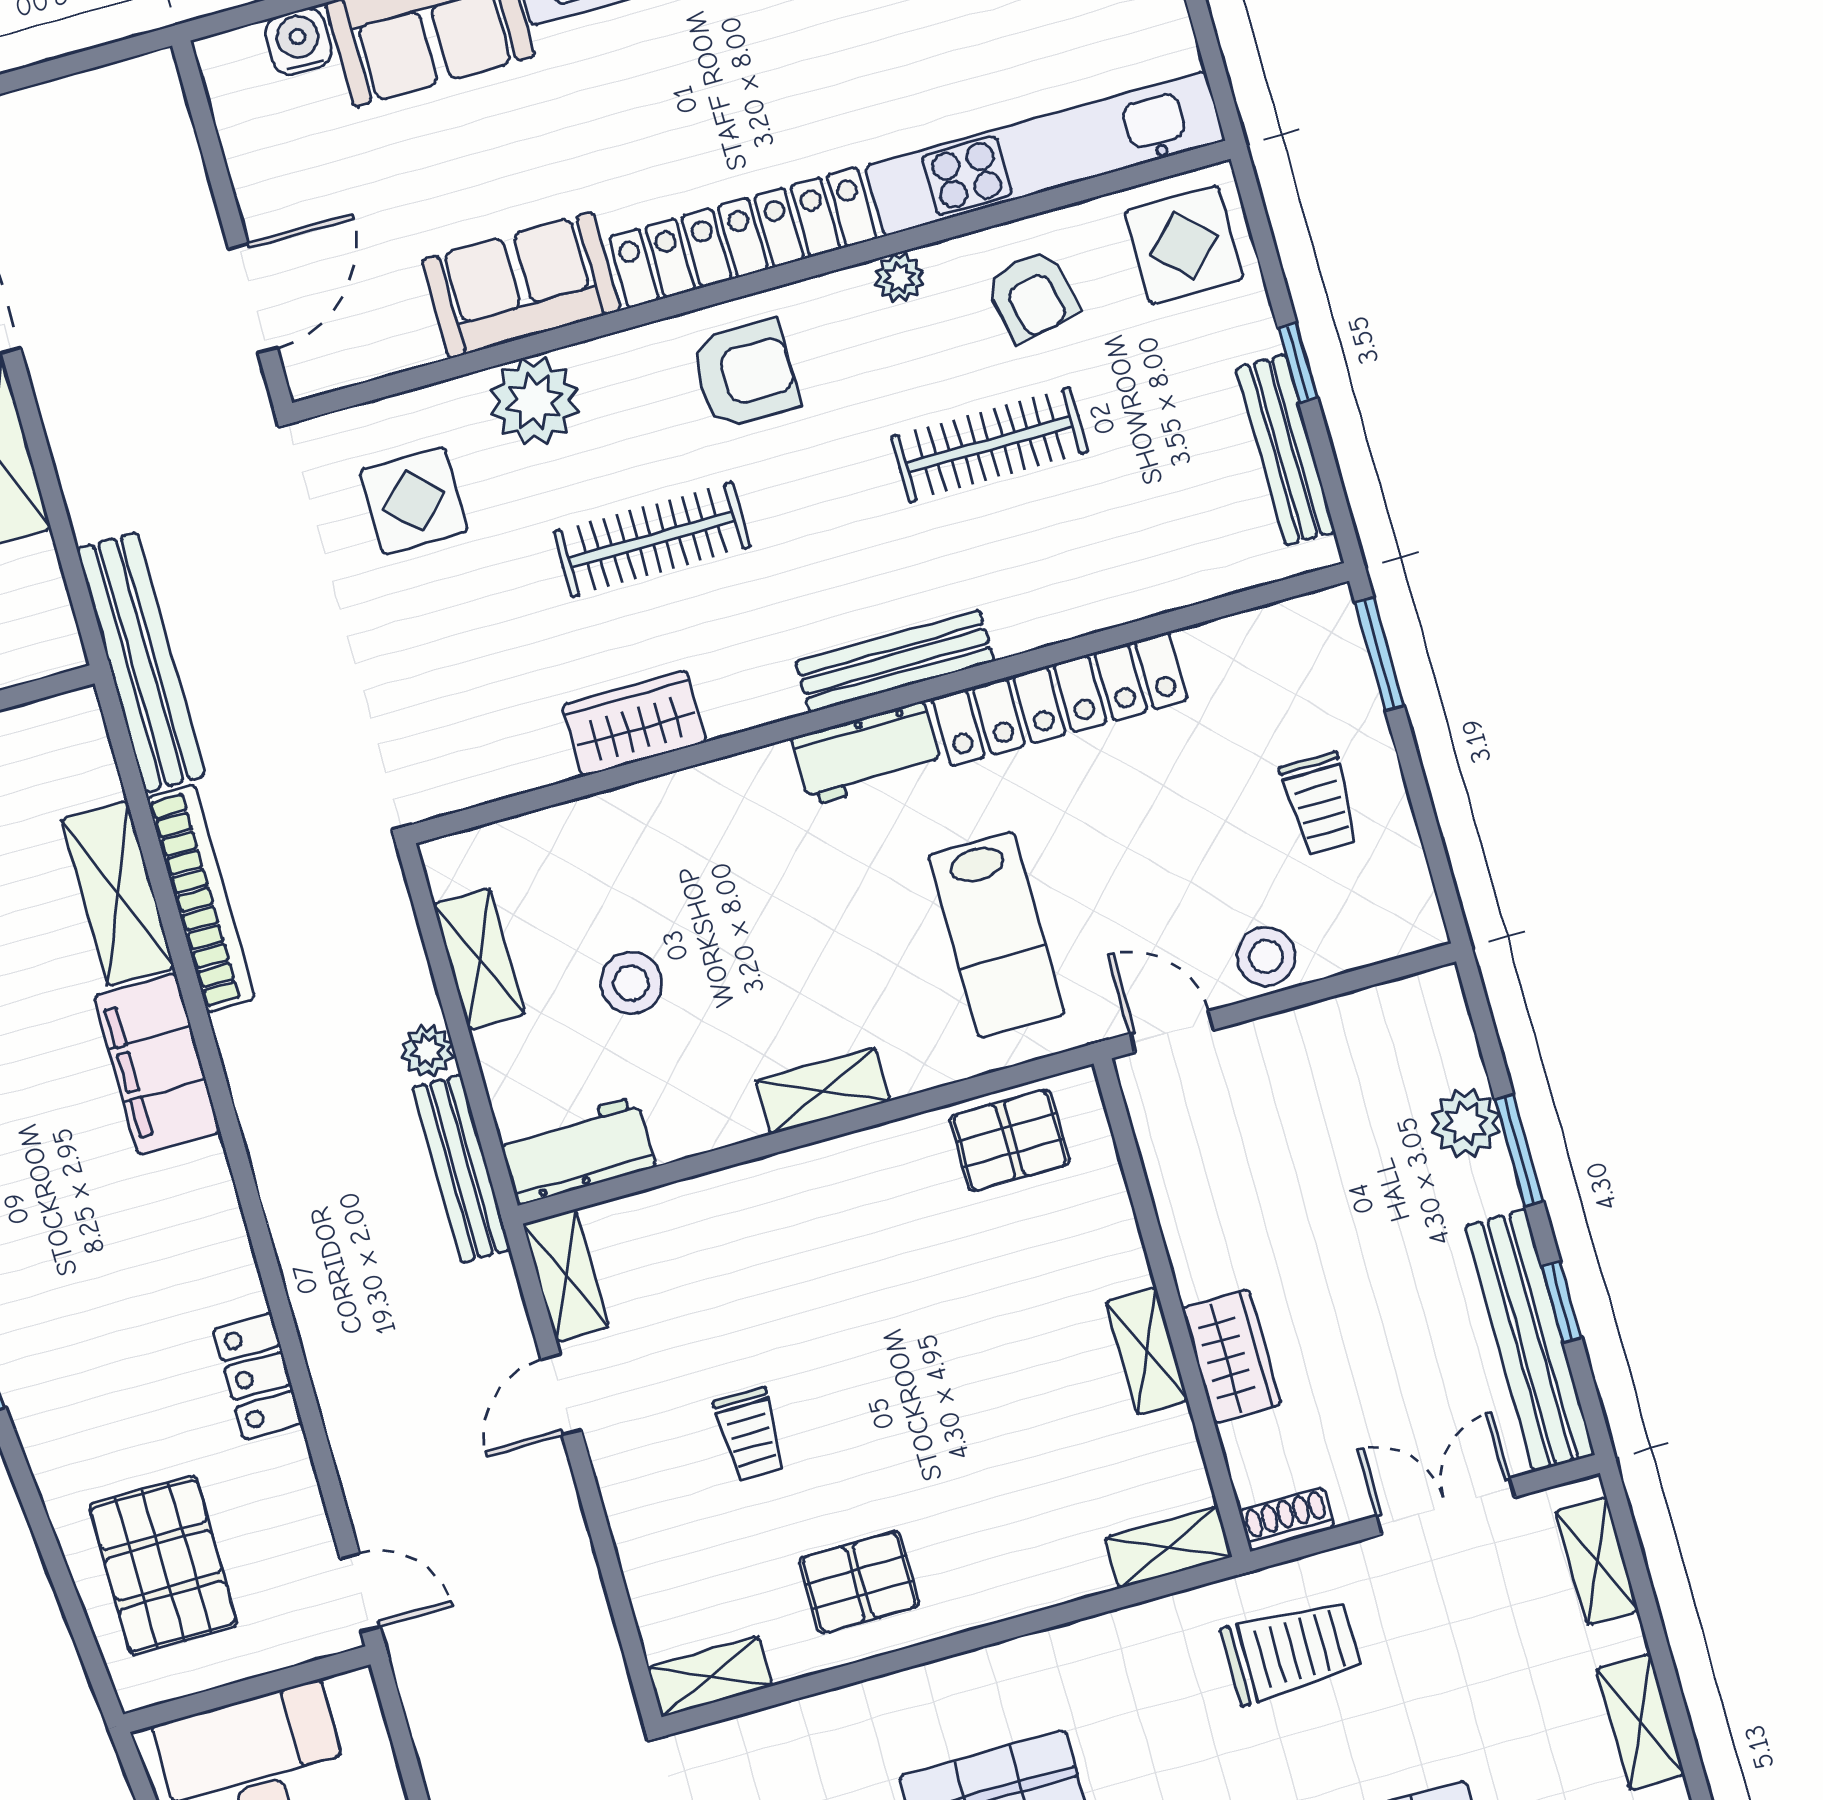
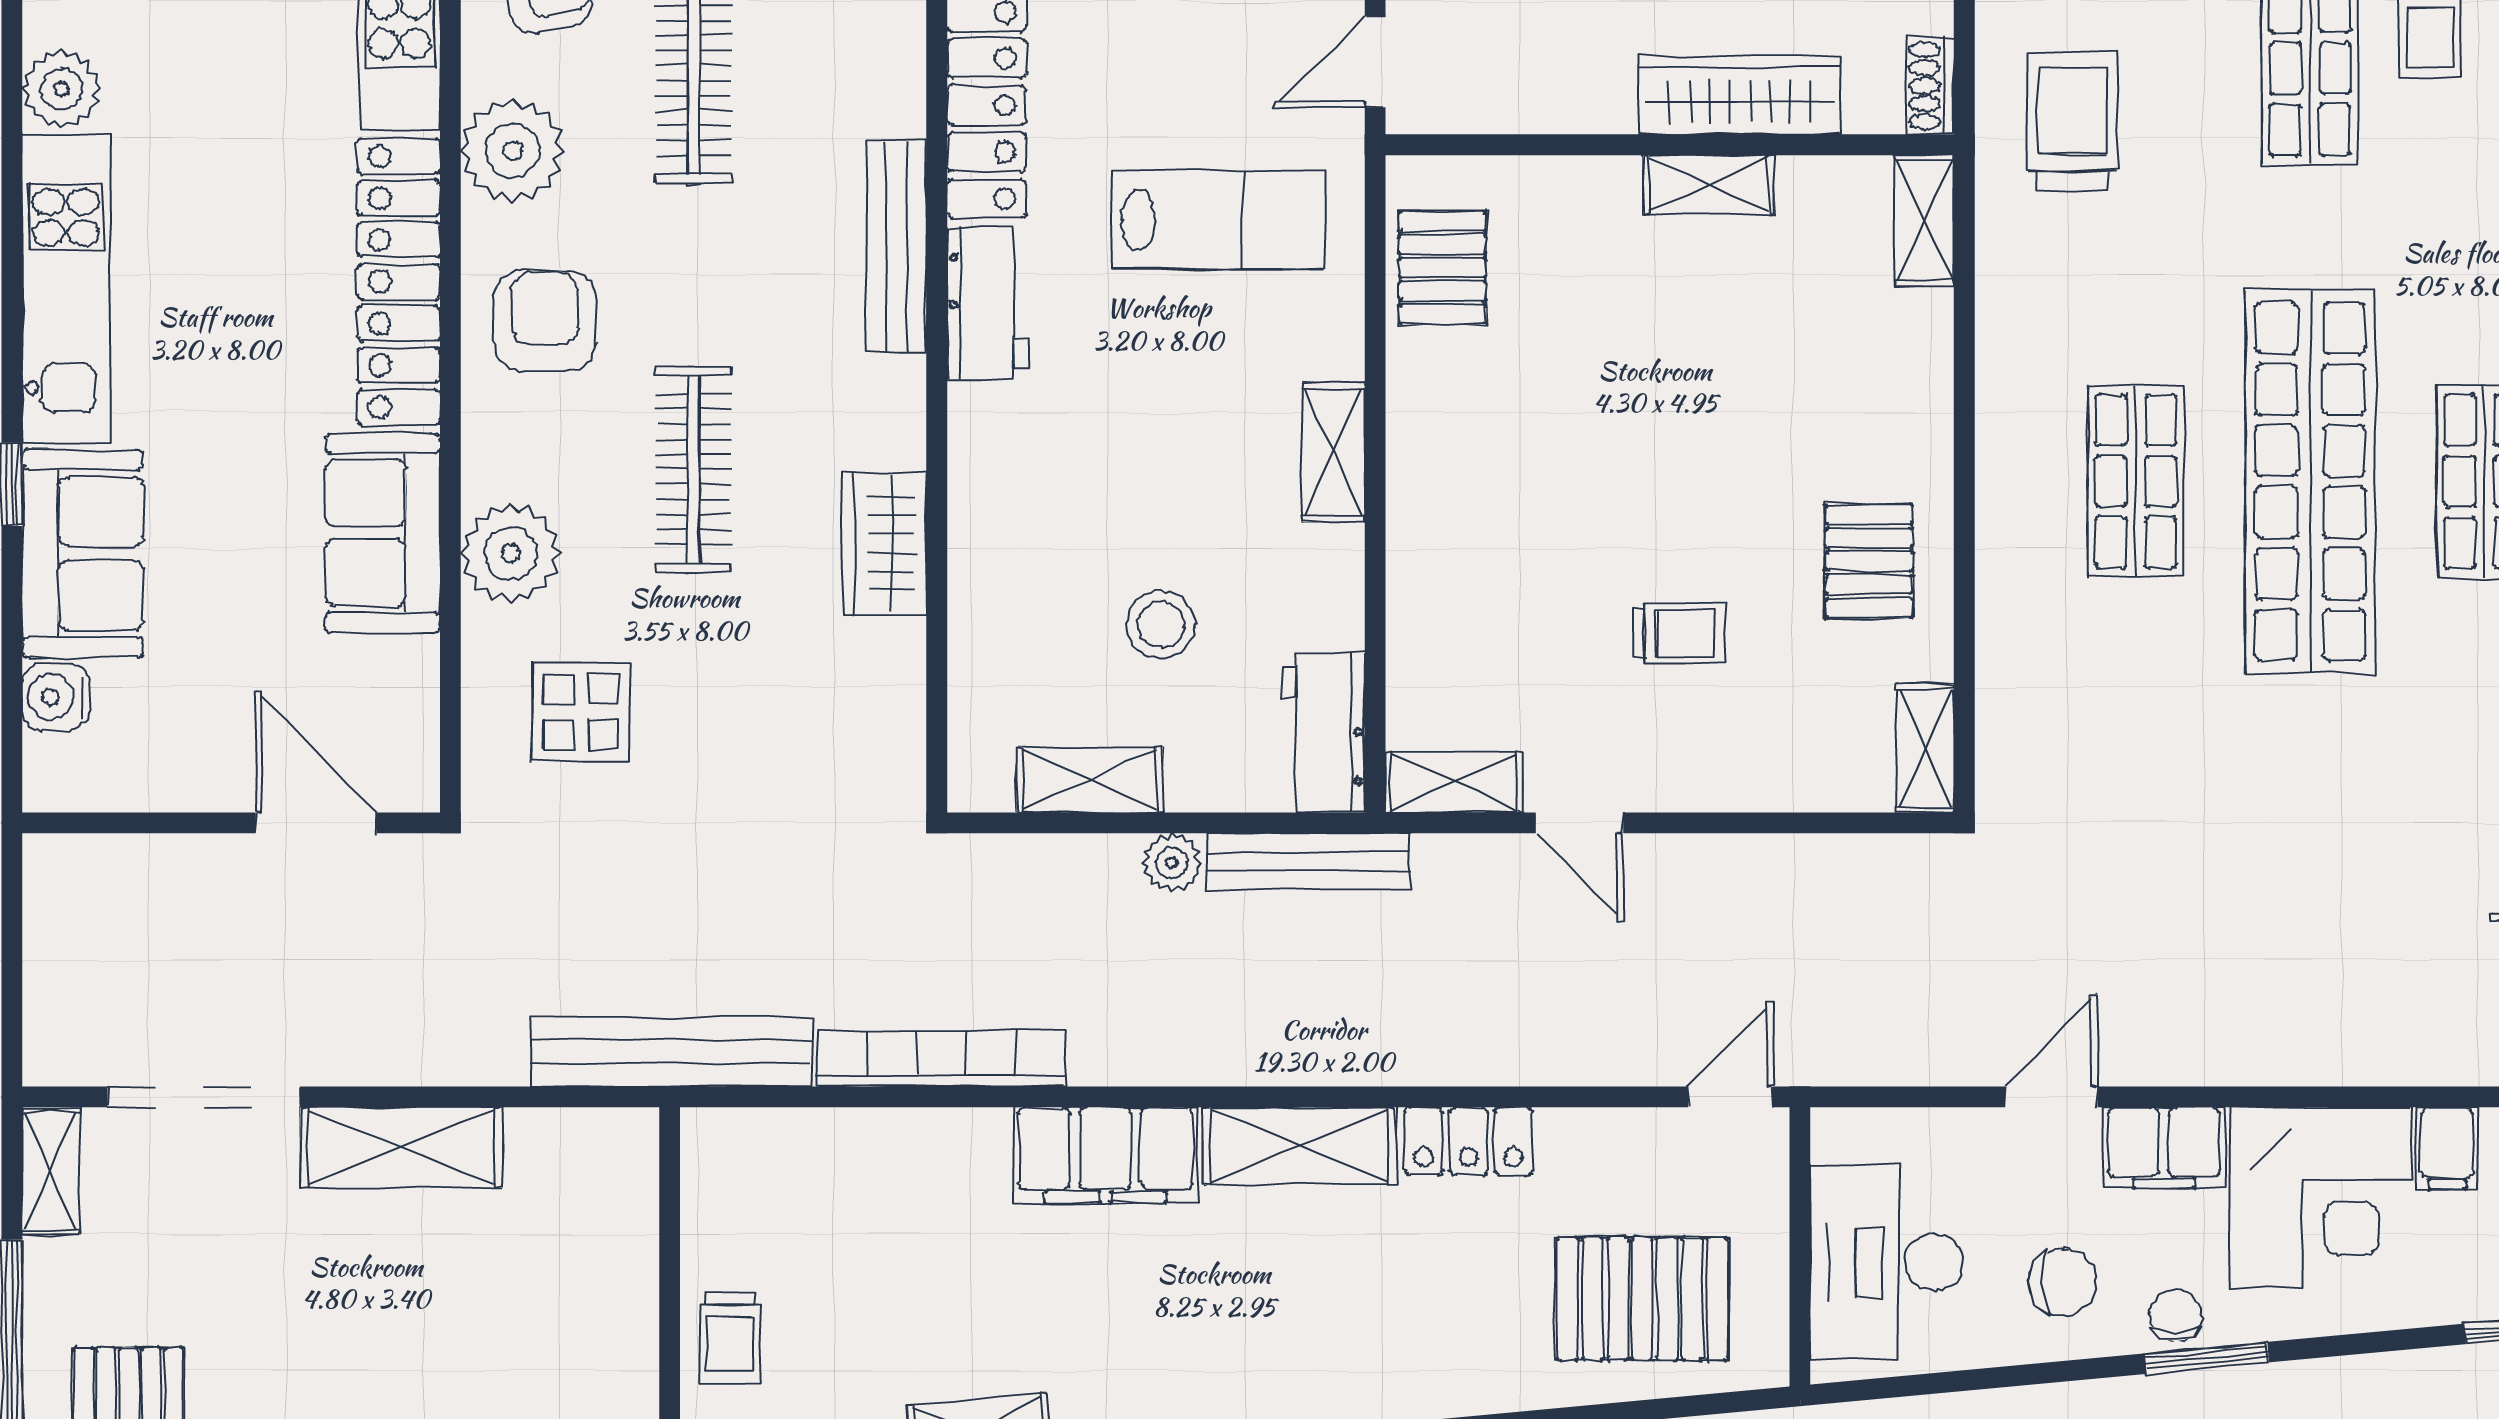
plant: (899, 278) -> (512, 151), width x1.88, depth x1.88
shelving: (118, 893) -> (1299, 1146), moved
wardrobe: (1232, 1356) -> (1740, 96), width x1.50

